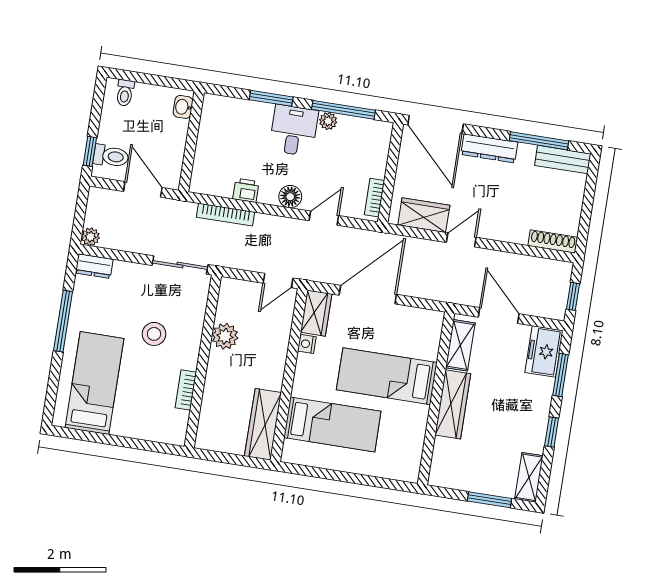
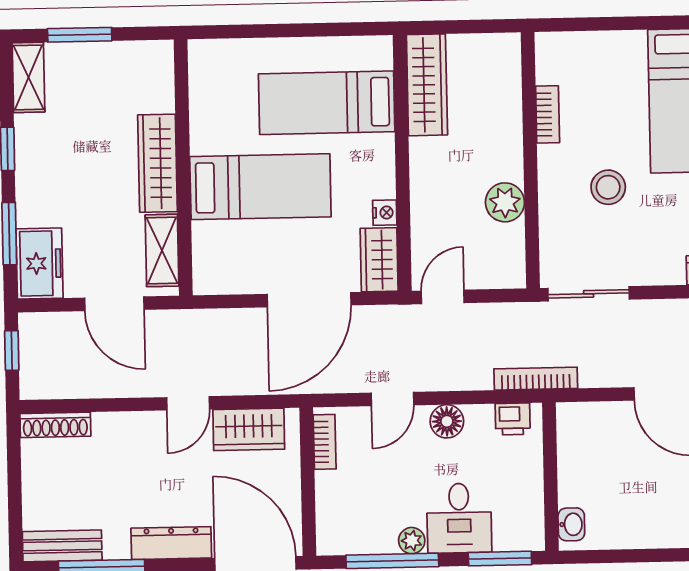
washbasin: (183, 107) -> (571, 524), moved
wall: (191, 141) -> (550, 477), moved

